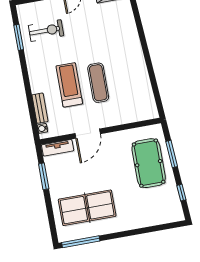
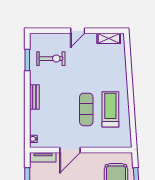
treadmill: (69, 85) -> (110, 109), moved
bench: (40, 108) -> (34, 97), moved

